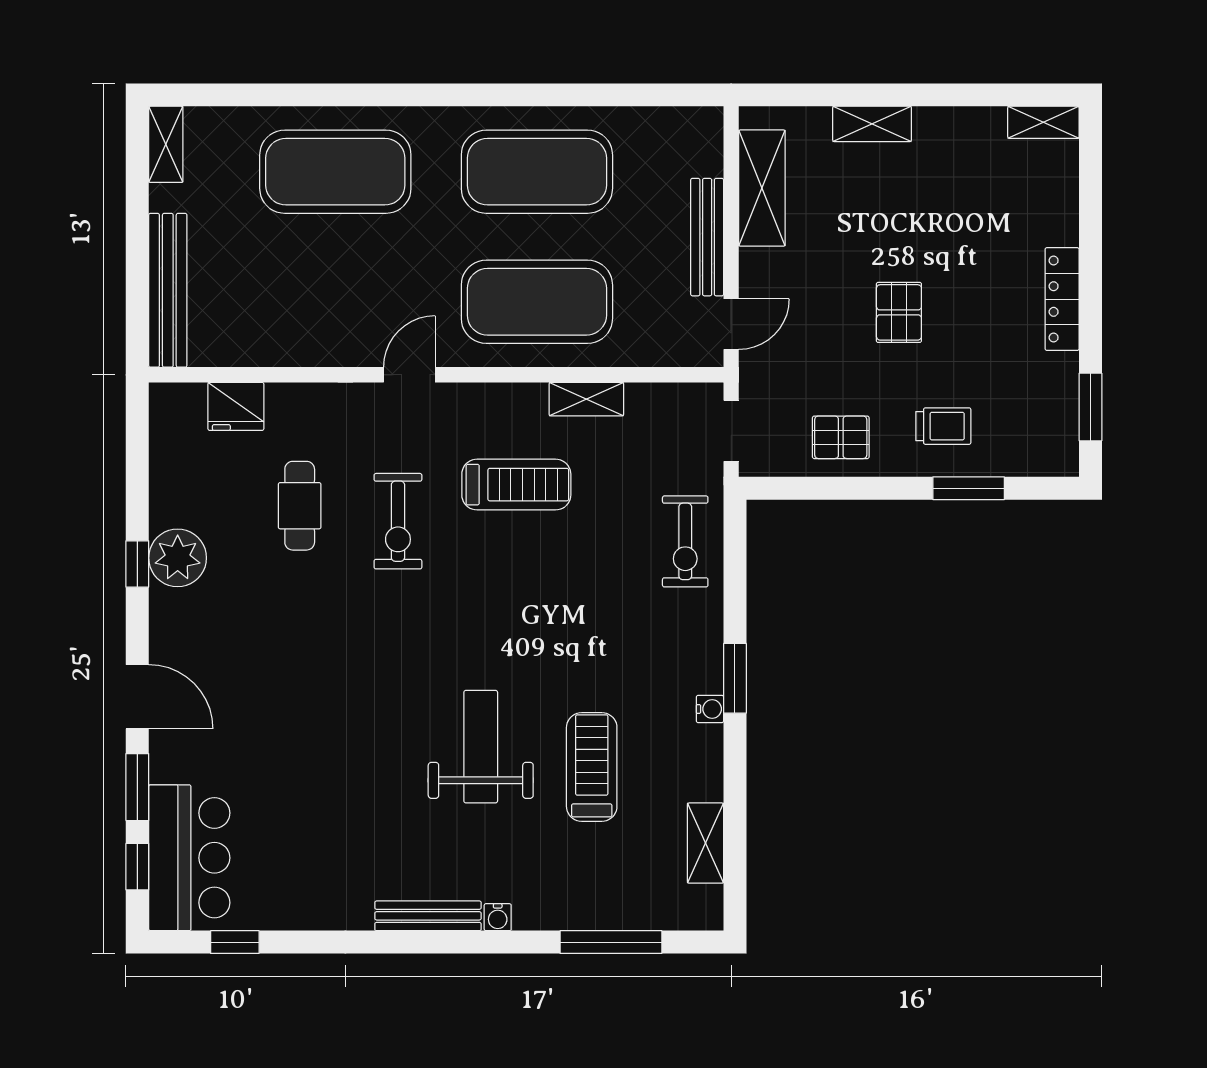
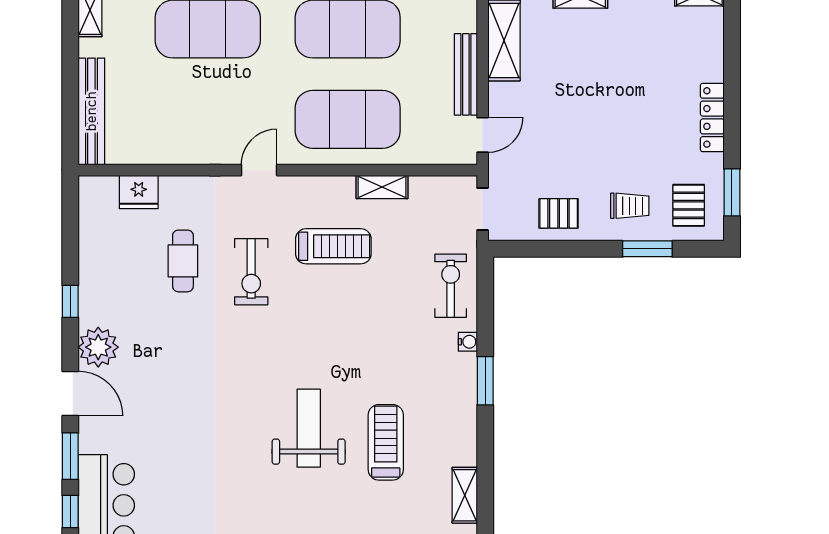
pallet: (899, 312) -> (689, 205), moved
exercise bike: (685, 541) -> (451, 286), turned 180
plant: (178, 558) -> (98, 347), moved
water cooler: (710, 709) -> (468, 342), moved

